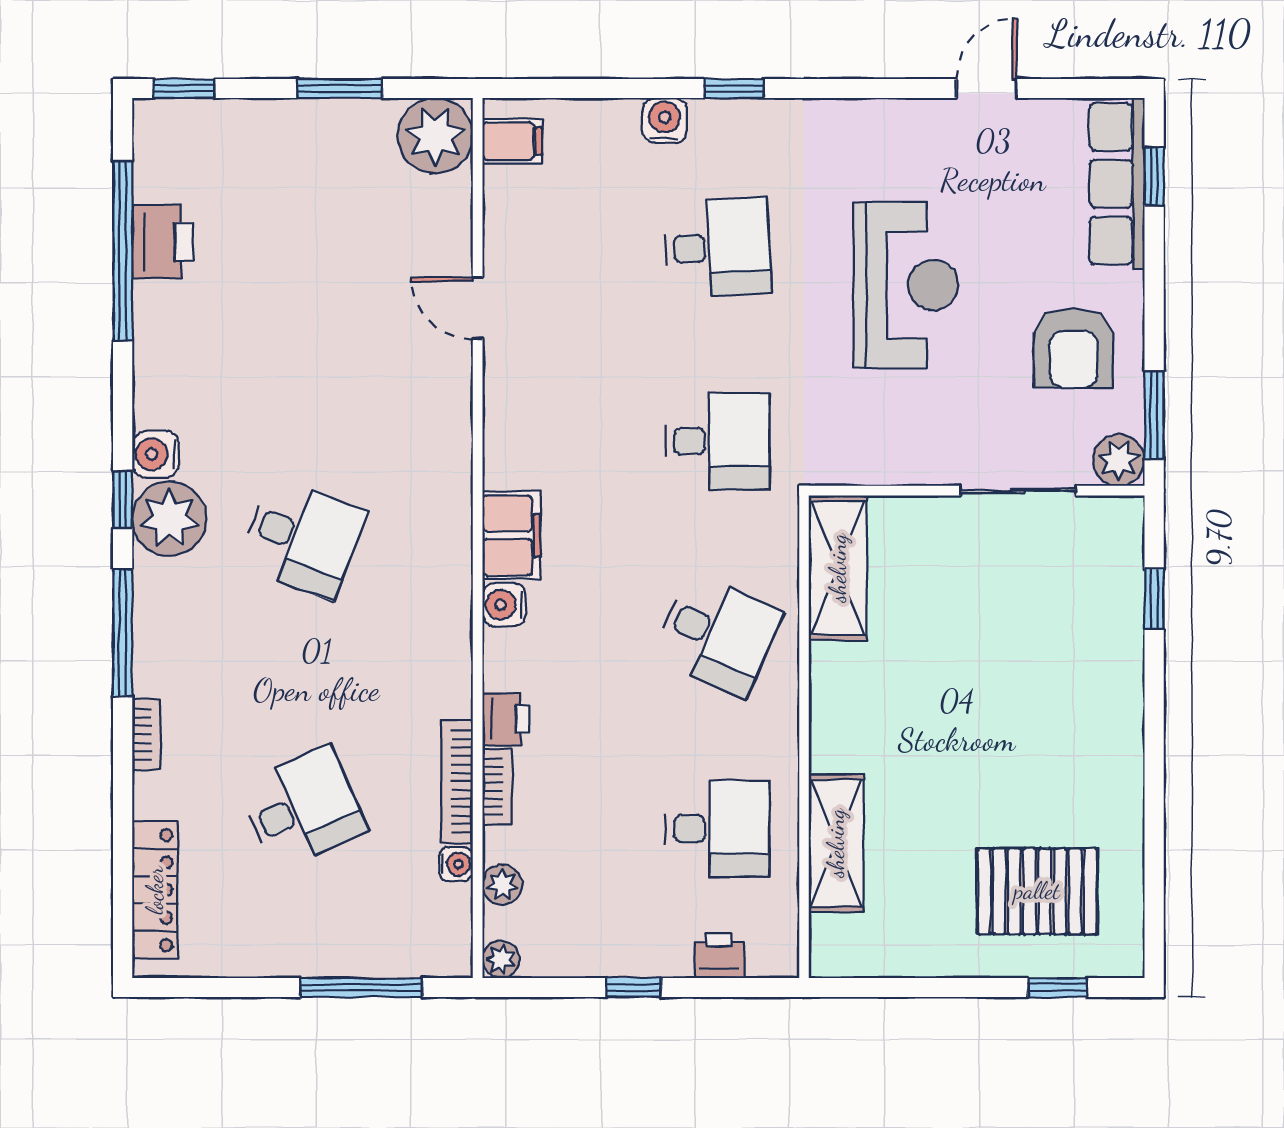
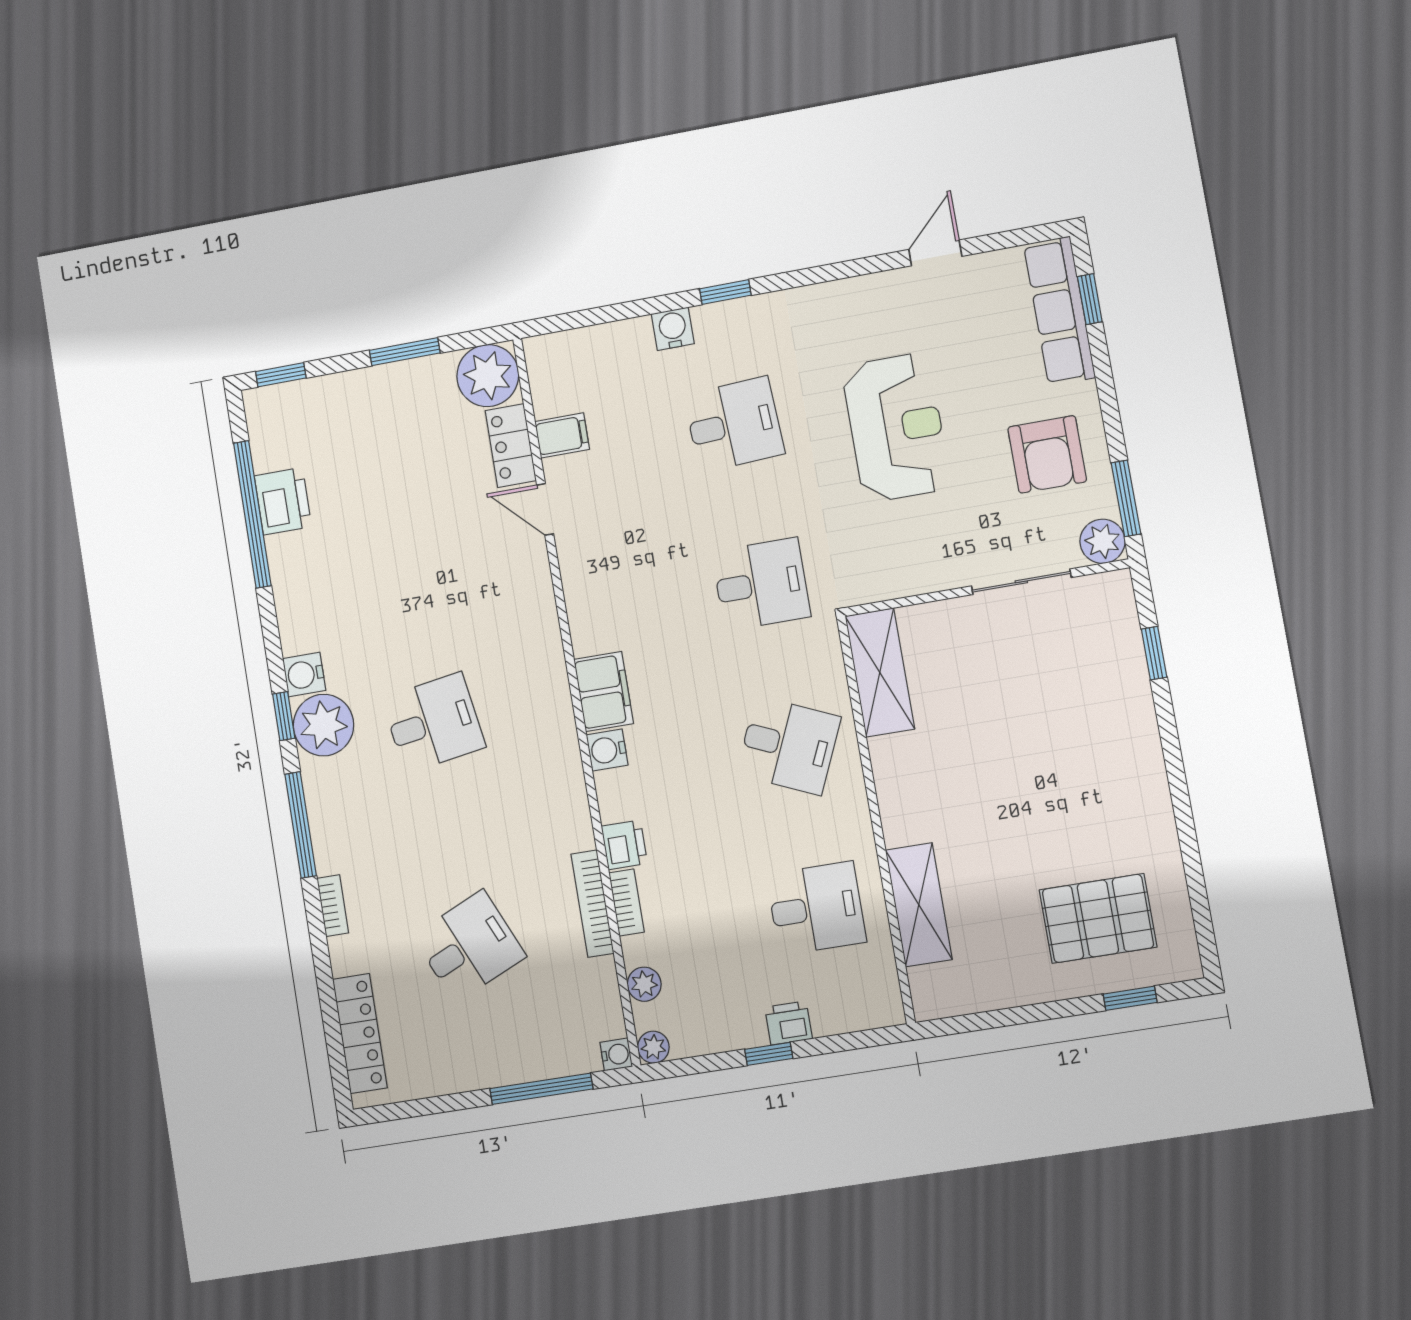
filing cabinet: (512, 141) -> (562, 435), moved
locker: (449, 225) -> (511, 446), added
desk: (302, 538) -> (433, 723), turned -30
water cooler: (456, 864) -> (616, 1054), moved
printer: (719, 956) -> (789, 1023), moved

